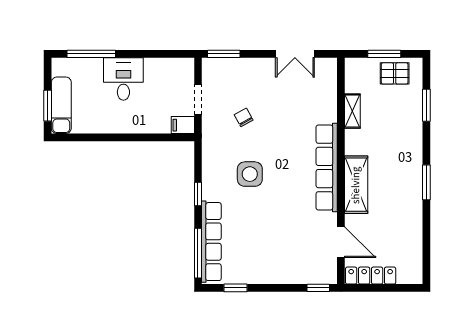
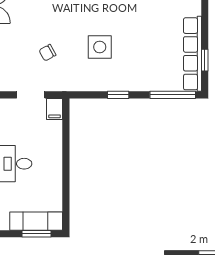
row of seats: (211, 242) -> (192, 54), moved, turned -90

